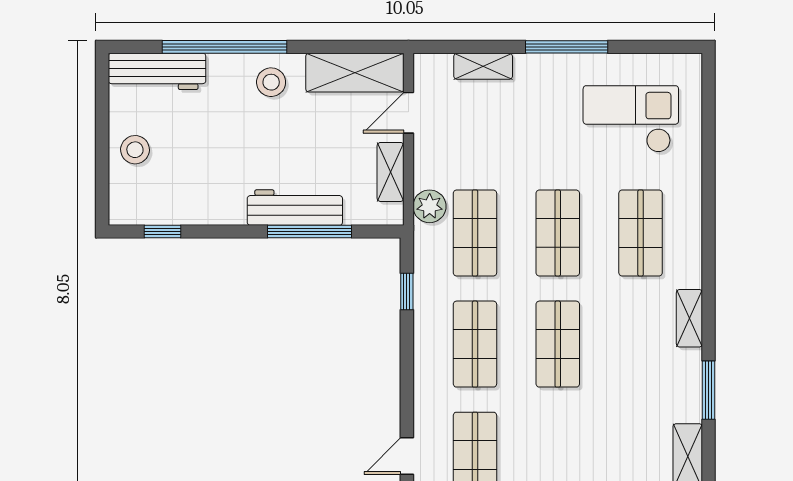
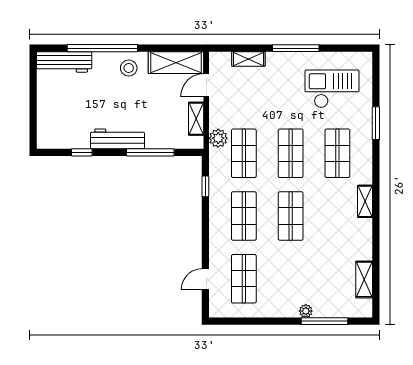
stool: (135, 150) -> (52, 106), removed
workbench: (295, 208) -> (118, 139), moved
window: (162, 232) -> (82, 152), moved
window: (709, 390) -> (376, 123), moved

